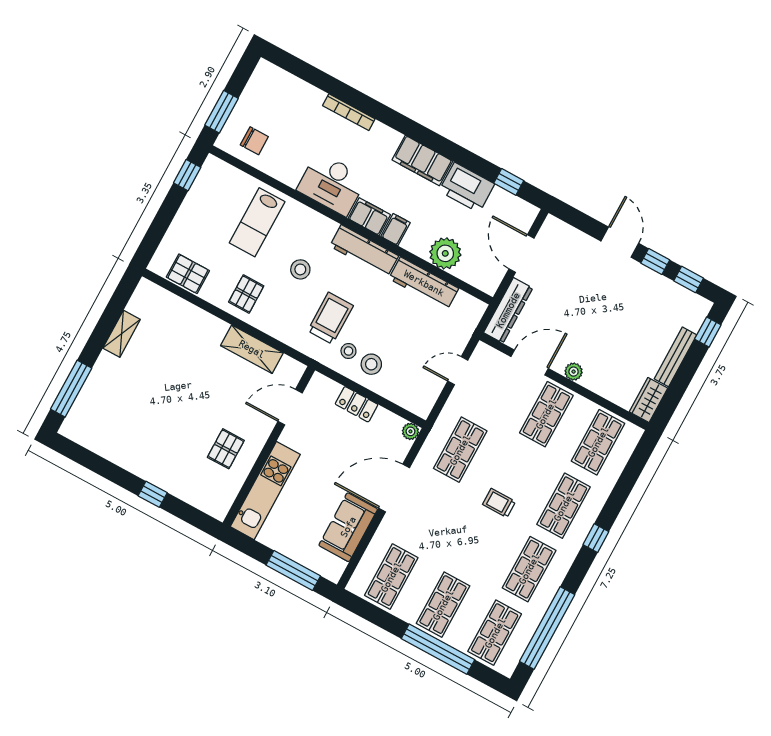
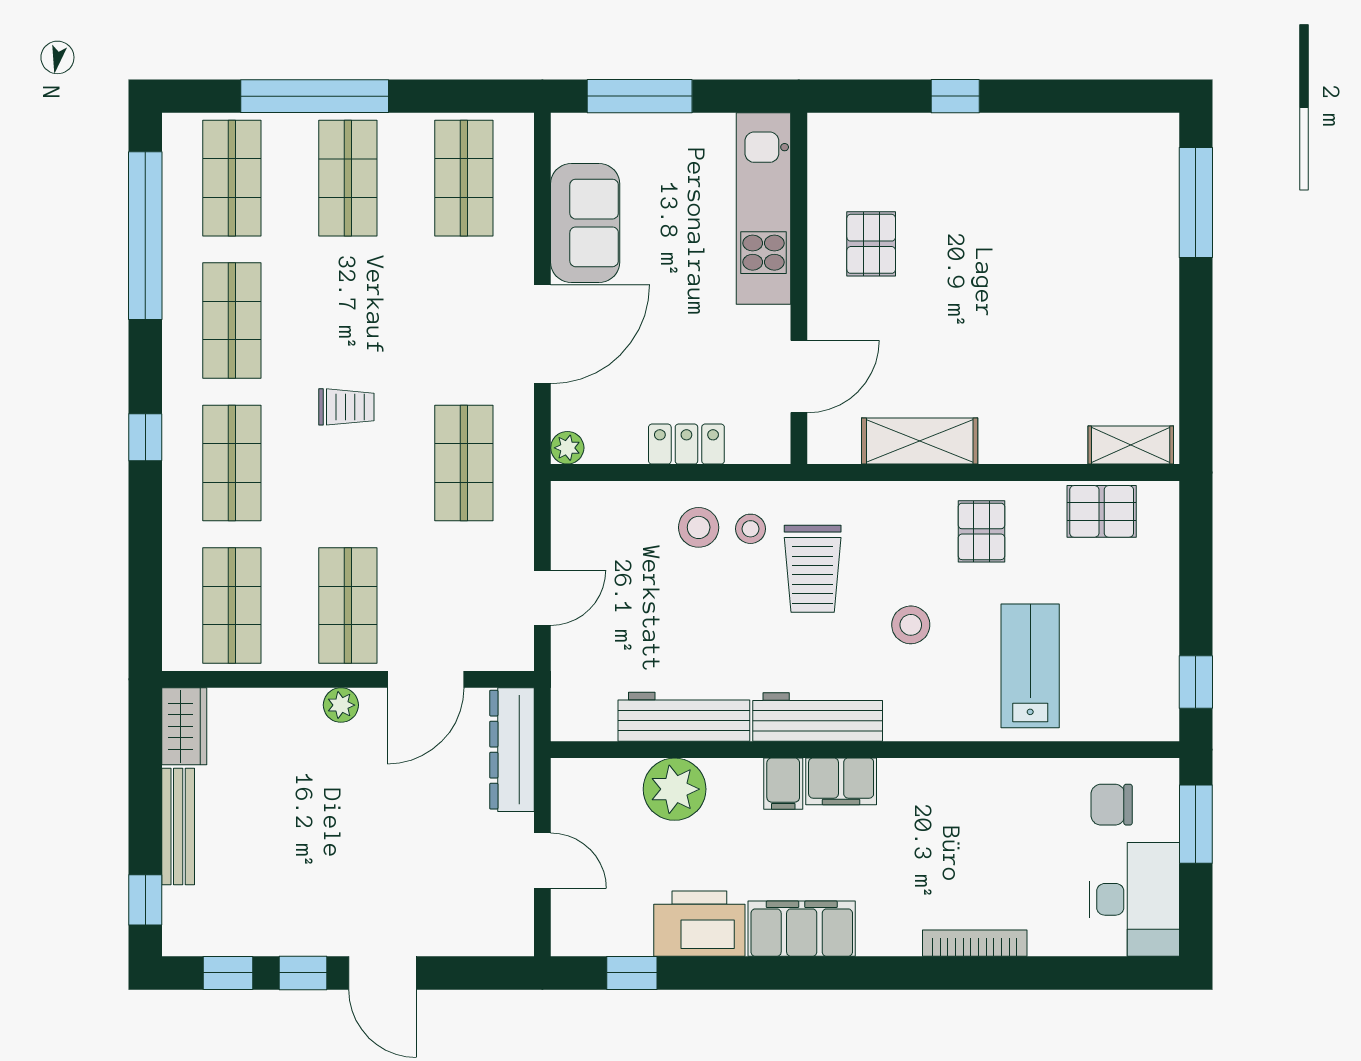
desk: (332, 184) -> (1134, 899), moved, turned 90
door: (521, 254) -> (542, 861), width x0.73
shelving: (122, 334) -> (1131, 445), moved, turned 90

